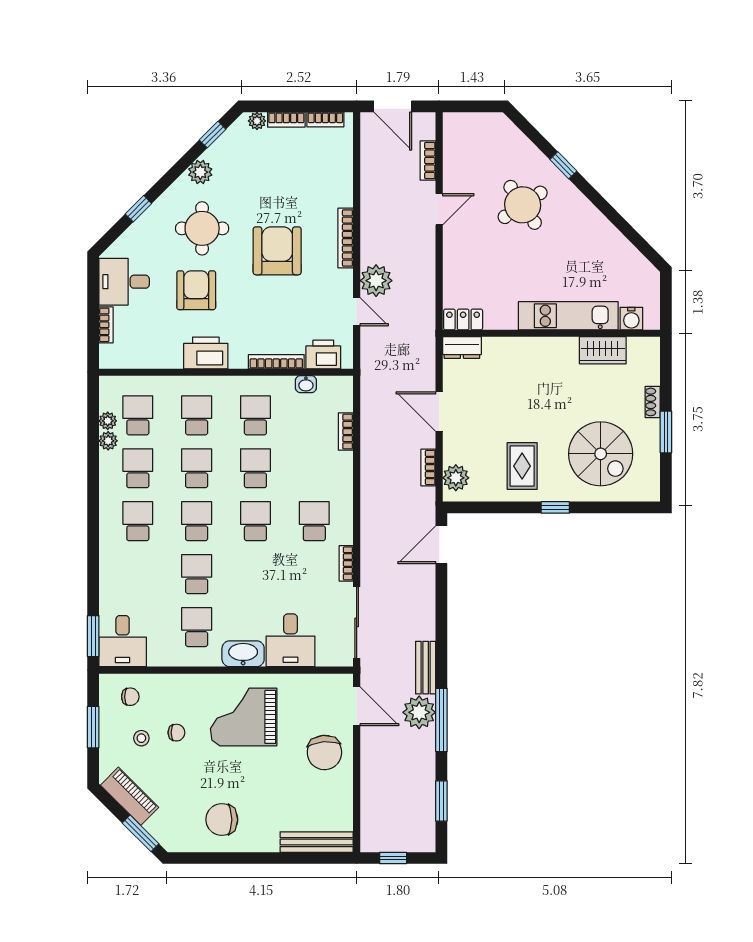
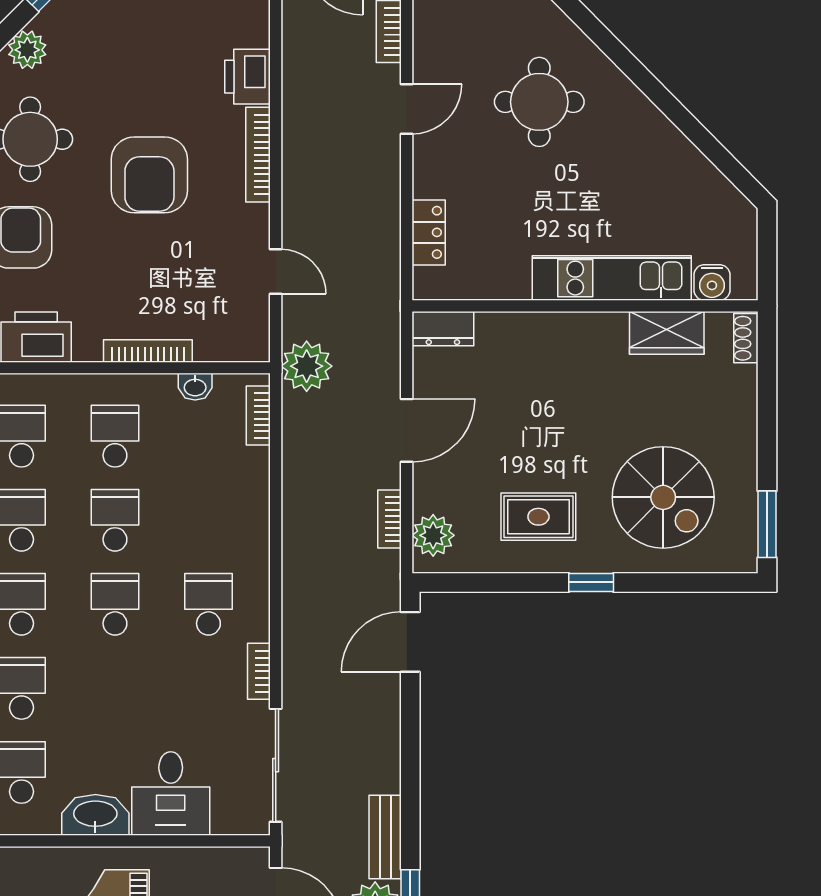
window: (563, 165) -> (604, 39), removed
round table: (523, 205) -> (539, 102), turned 34
armchair: (277, 251) -> (149, 175), turned 180
plant: (376, 281) -> (307, 366), moved
locker: (463, 319) -> (429, 232), moved, turned 90
printer: (323, 354) -> (247, 77), moved, turned -90
shoe rack: (653, 402) -> (746, 338), moved
door: (439, 412) -> (407, 430), swing flipped
bookcase: (346, 432) -> (258, 415), moved
window: (666, 432) -> (767, 524), moved
rug: (522, 466) -> (538, 517), turned 90

